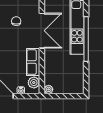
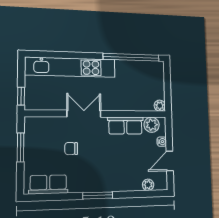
double door: (42, 31) -> (84, 114), width x0.73
window: (86, 39) -> (131, 57), moved

